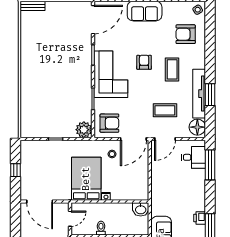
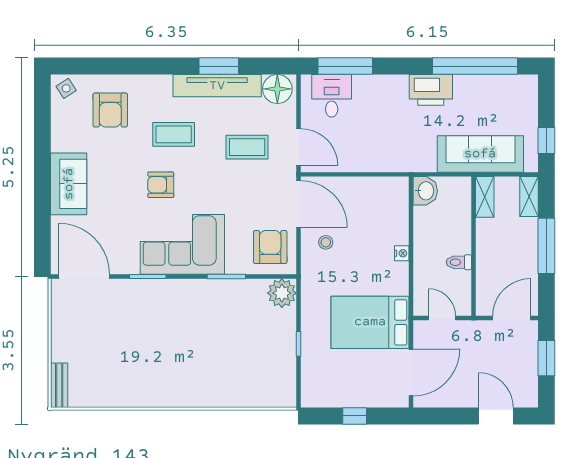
coffee table: (165, 110) -> (247, 147), turned 90
bed: (86, 179) -> (370, 322), moved
printer: (200, 218) -> (431, 90), width x1.87, depth x1.48

